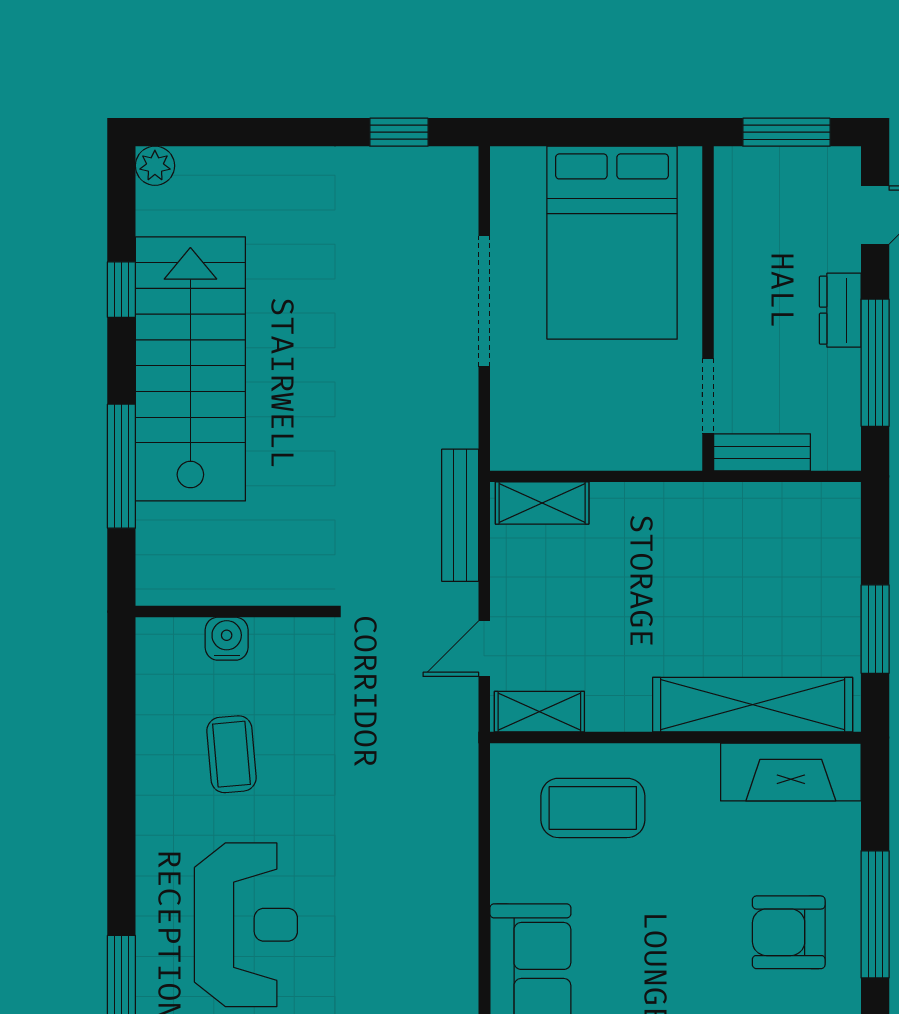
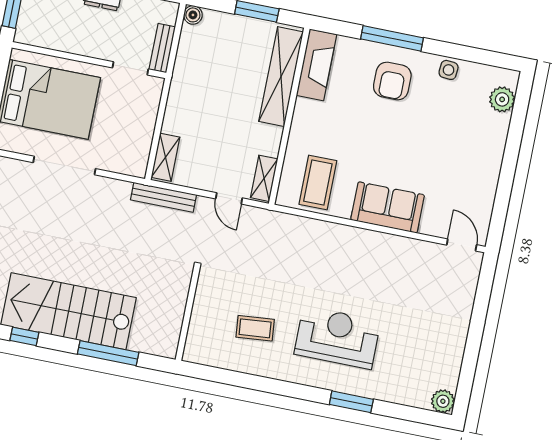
boiler: (842, 501) -> (193, 15), added
water cooler: (227, 639) -> (200, 320), removed
coffee table: (593, 808) -> (318, 182), moved

